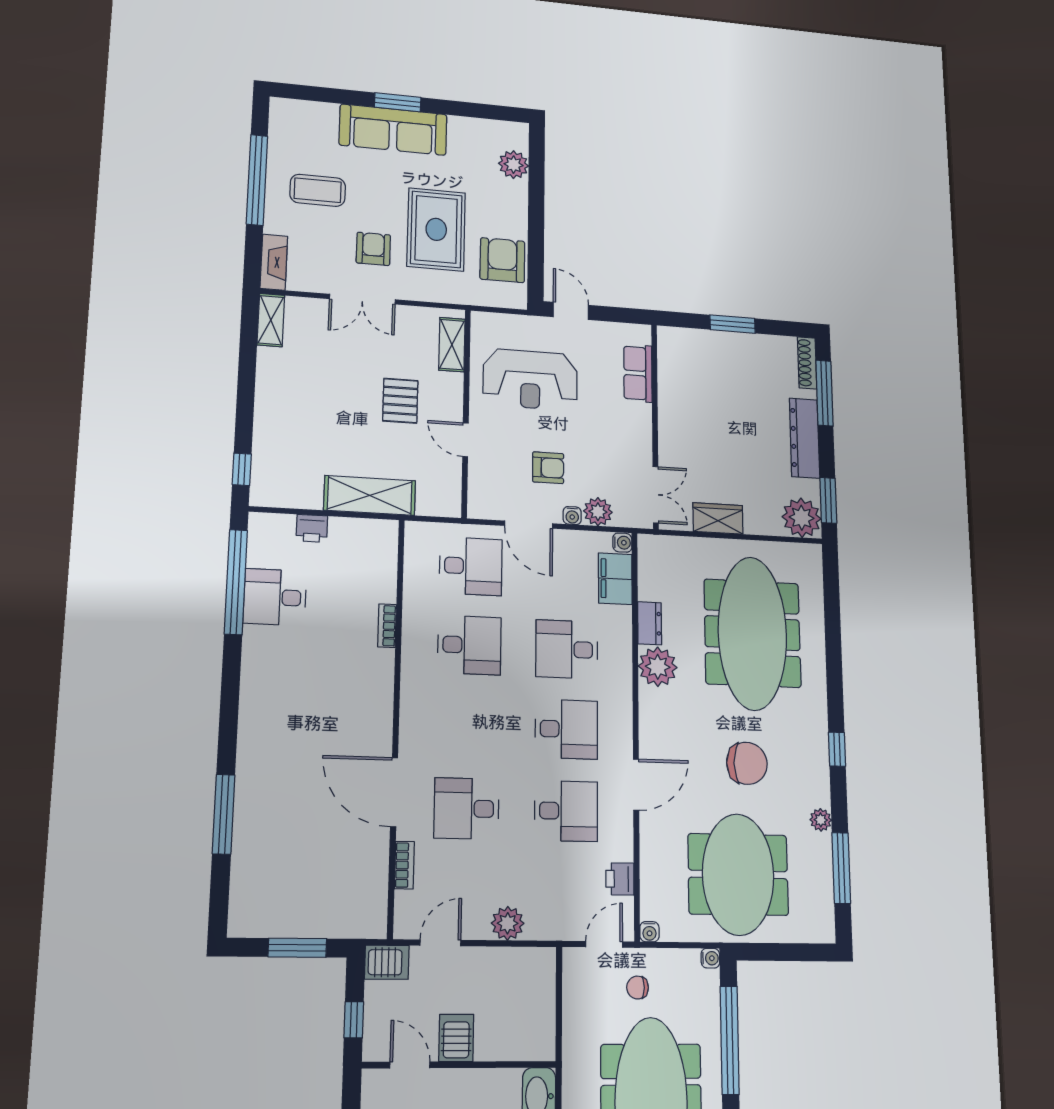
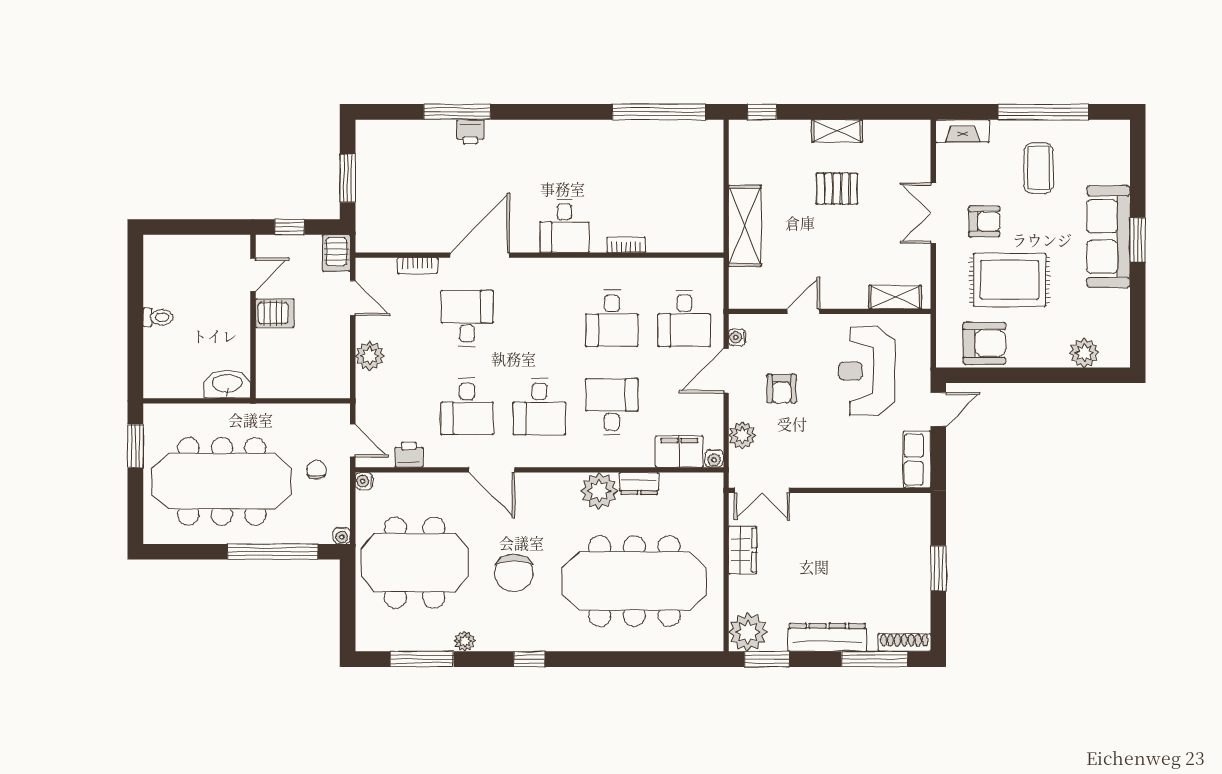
shelving: (271, 320) -> (837, 131), moved
row of seats: (638, 373) -> (917, 459), moved, turned -90
pallet: (400, 401) -> (837, 189), moved
water cooler: (572, 516) -> (737, 337), moved
printer: (312, 528) -> (470, 132), moved, turned -90
desk: (275, 597) -> (564, 226), moved, turned 180

